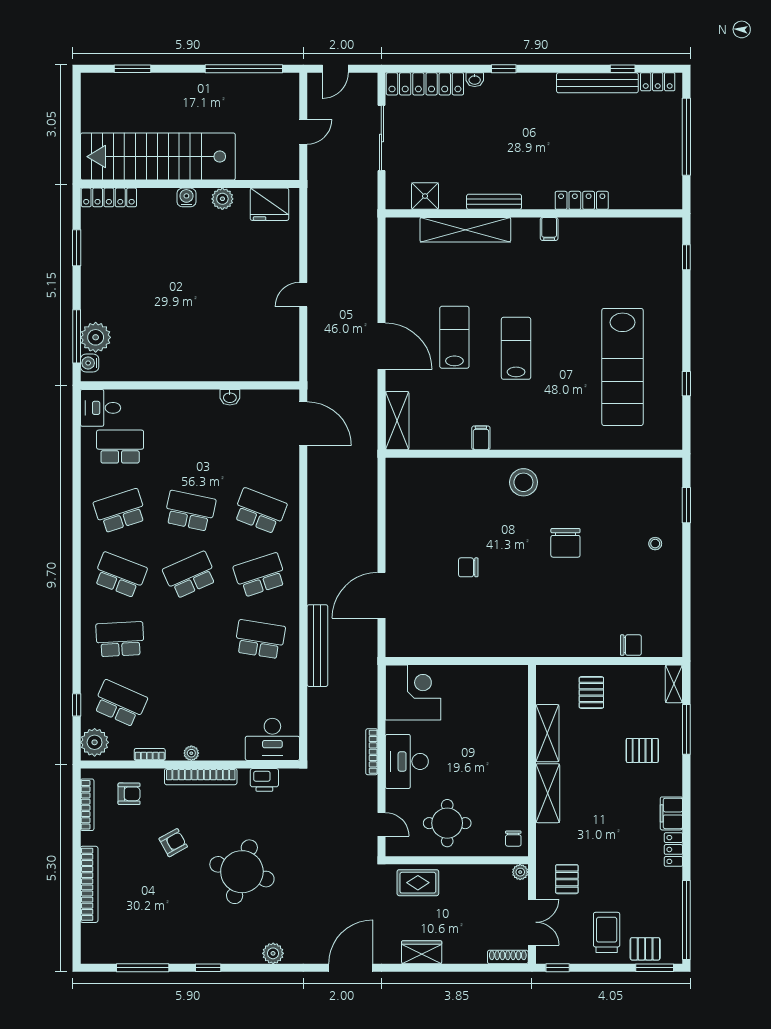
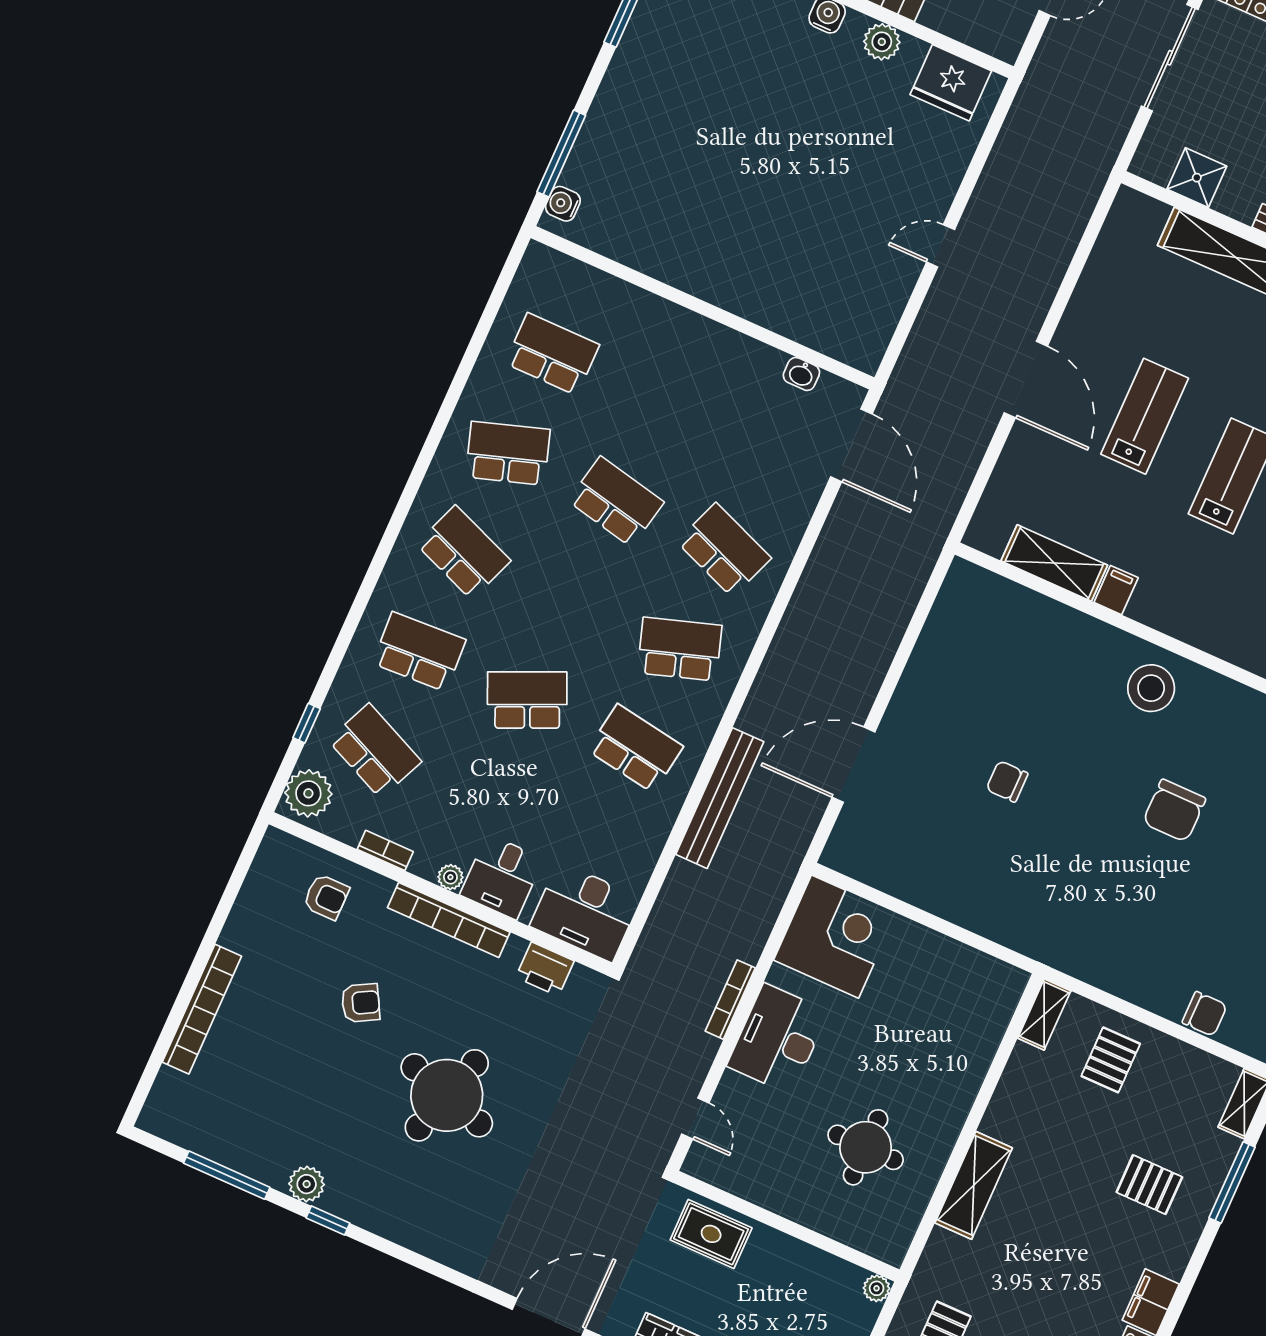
plant: (96, 337) -> (590, 168), removed
washbasin: (230, 397) -> (801, 374), moved
desk: (101, 408) -> (502, 877), moved, turned -90
shelving: (397, 421) -> (1054, 563), moved, turned 90
school desk: (190, 575) -> (527, 700), moved
shelving: (547, 733) -> (1044, 1015), moved, width x0.67, depth x0.75
bookcase: (87, 805) -> (254, 885), removed
round table: (447, 823) -> (866, 1147), moved
chair: (513, 839) -> (889, 1232), removed
plant: (273, 953) -> (307, 1184), moved

